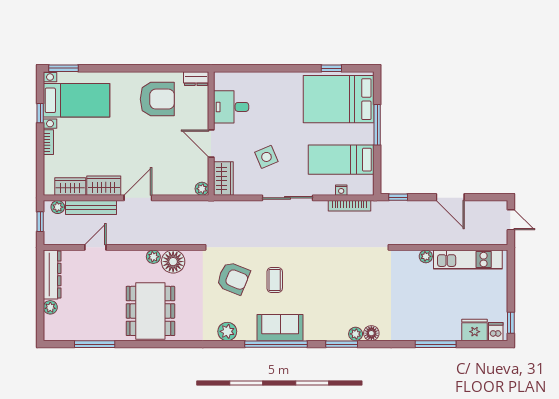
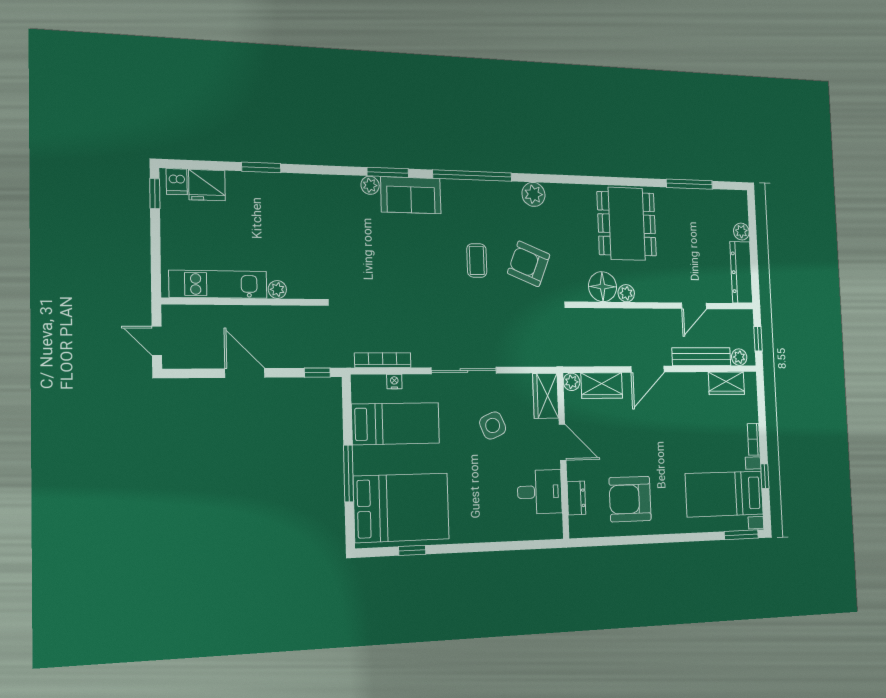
dresser: (196, 79) -> (576, 498), moved, turned 90
wardrobe: (104, 186) -> (602, 386), moved
sofa: (280, 328) -> (411, 195), moved
floor lamp: (371, 333) -> (349, 186), removed
window: (436, 344) -> (261, 167), width x0.69

